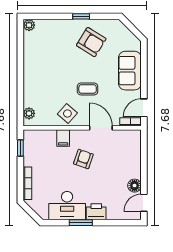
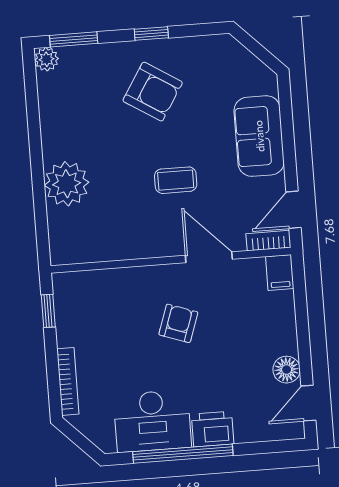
window: (43, 16) -> (74, 39), added
armchair: (91, 42) -> (153, 92), moved
plant: (29, 113) -> (67, 184), moved, width x1.87, depth x1.87
side table: (67, 114) -> (139, 233), removed
filing cabinet: (63, 138) -> (280, 272), moved
window: (81, 223) -> (183, 454), width x2.11

